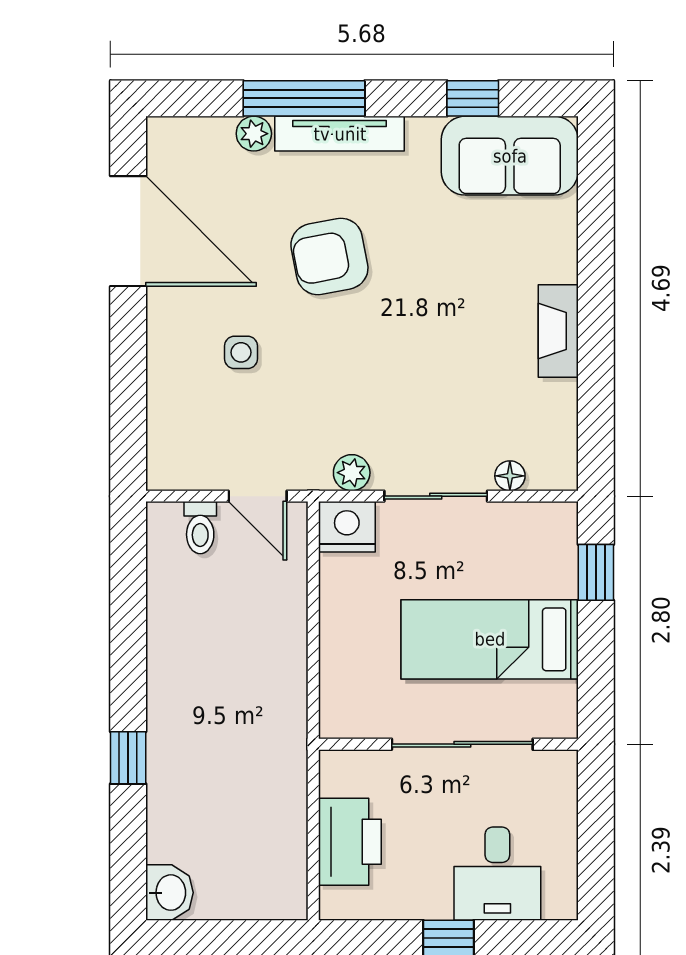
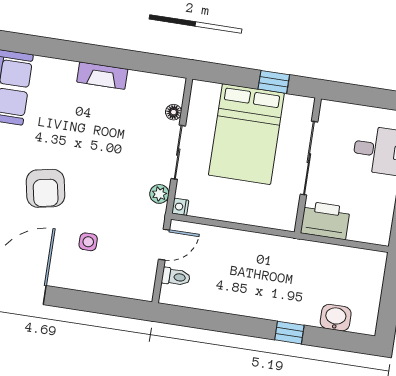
nightstand: (347, 527) -> (180, 207), width x0.53, depth x0.56
window: (596, 572) -> (274, 82), moved
bed: (490, 639) -> (246, 134), width x1.50
printer: (350, 842) -> (325, 220), moved
washbasin: (169, 893) -> (336, 318), moved

